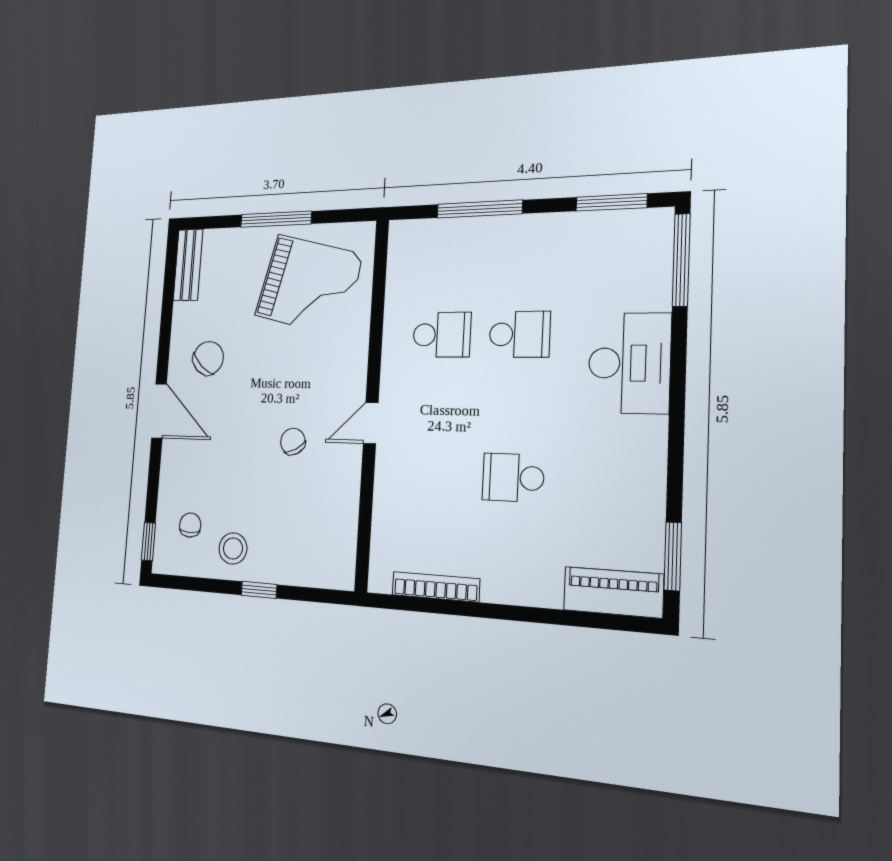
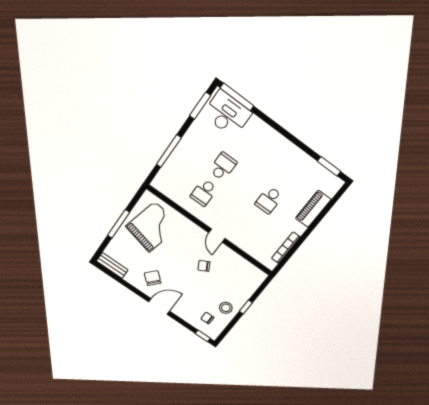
school desk: (442, 335) -> (204, 192), turned 180
desk: (629, 363) -> (227, 114), moved
piano: (613, 592) -> (313, 209), moved

